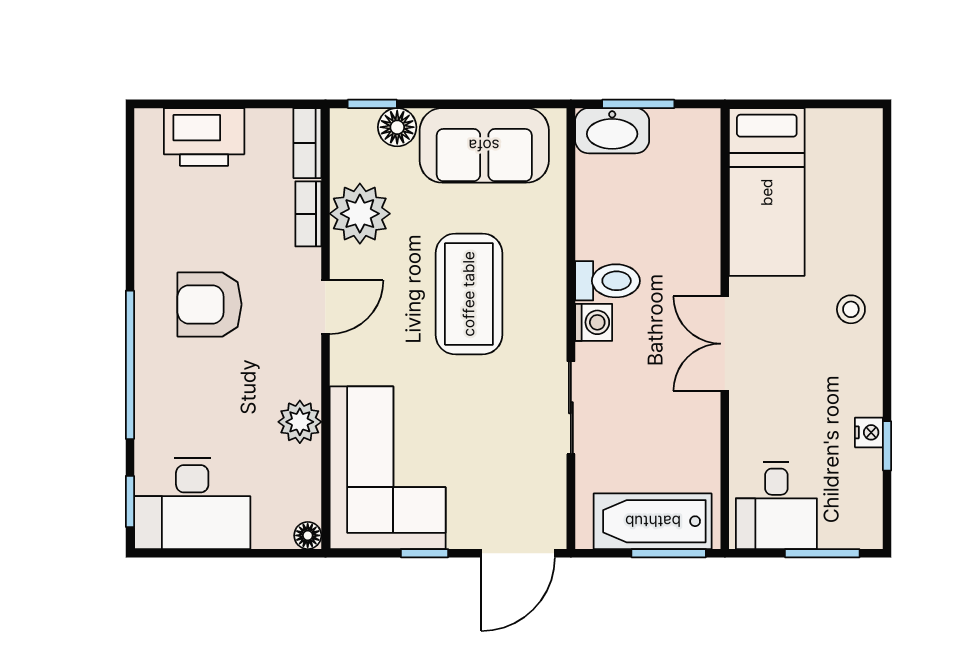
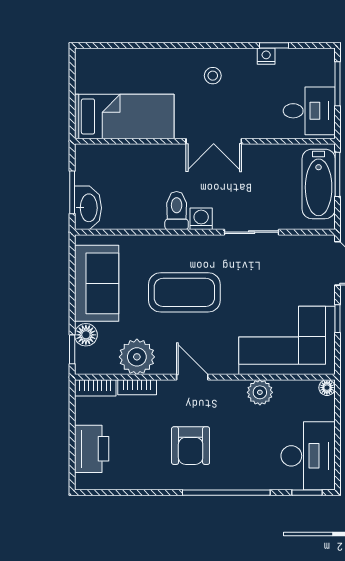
stool: (851, 309) -> (213, 76), moved

